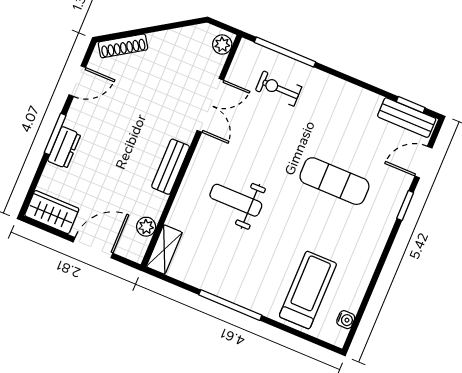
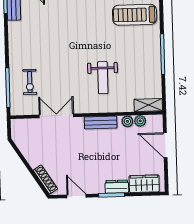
plant: (222, 45) -> (127, 121), moved
exercise mat: (334, 181) -> (67, 28), removed
wardrobe: (52, 212) -> (144, 184), moved, turned 90

